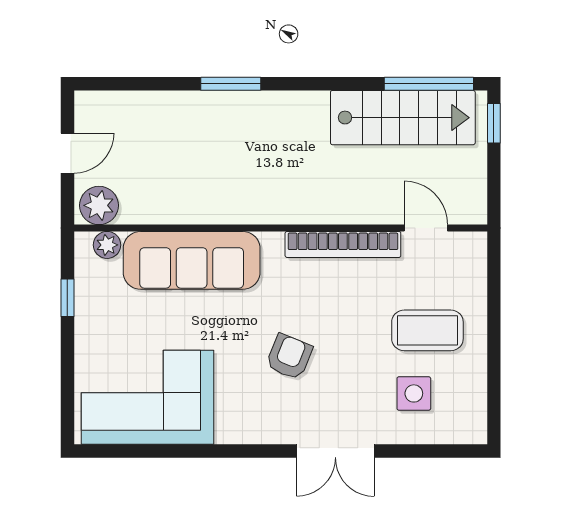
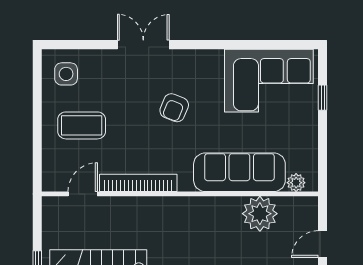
plant: (99, 205) -> (260, 214), moved, width x1.36, depth x1.36
door: (426, 228) -> (83, 194), swing flipped
window: (67, 298) -> (323, 98), moved
side table: (414, 393) -> (66, 74), moved

